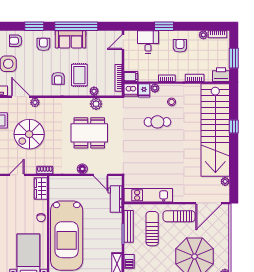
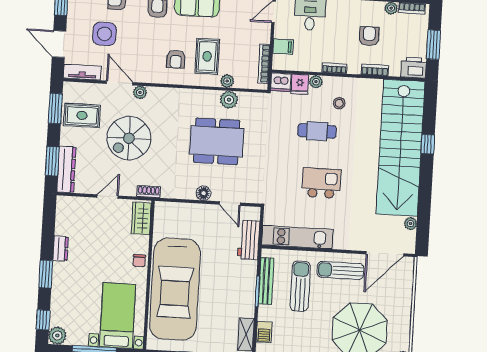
armchair: (180, 46) -> (369, 36), moved
filing cabinet: (131, 77) -> (283, 47), moved
kitchen island: (163, 157) -> (321, 183), added

